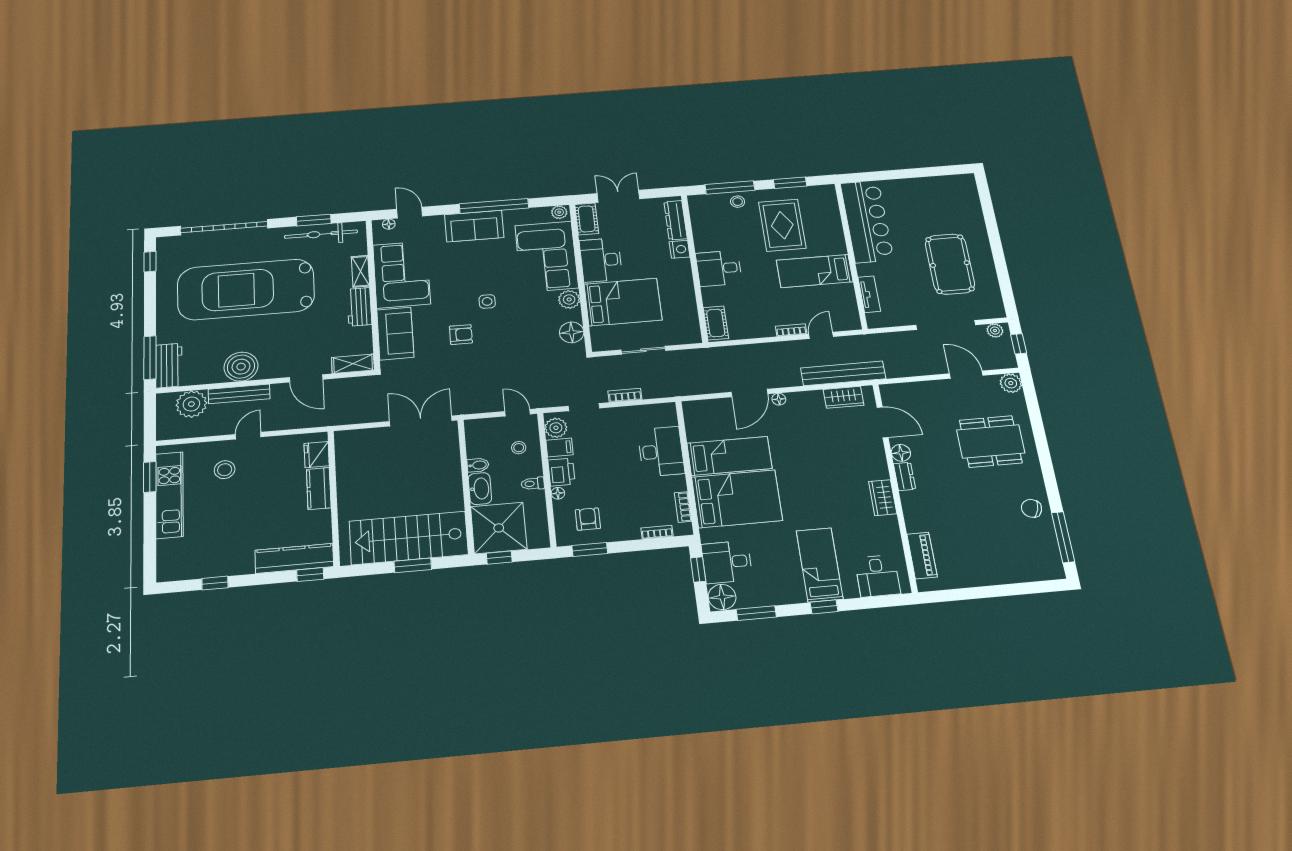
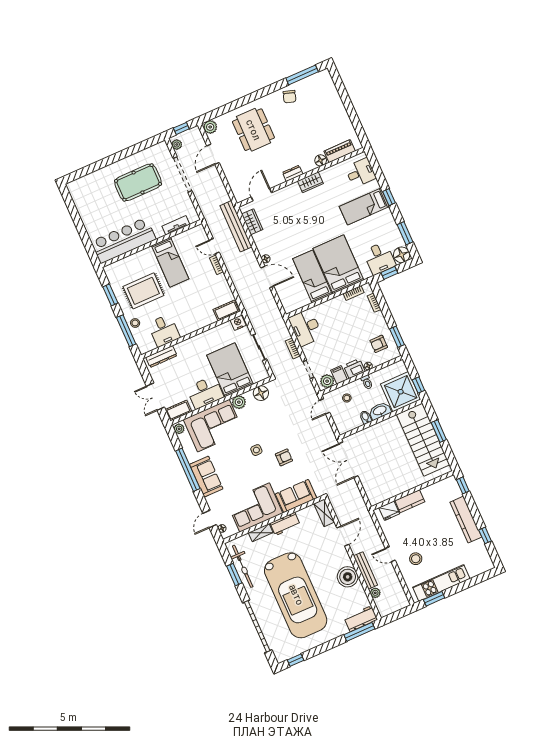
nightstand: (680, 249) -> (238, 323), moved
desk: (719, 268) -> (164, 330), moved
armchair: (461, 335) -> (284, 457), turned 90
plant: (191, 404) -> (375, 593), width x0.53, depth x0.53
desk: (661, 452) -> (306, 328), moved, turned -90
floor lamp: (901, 453) -> (321, 160), moved
kitchen counter: (294, 558) -> (466, 520), moved

